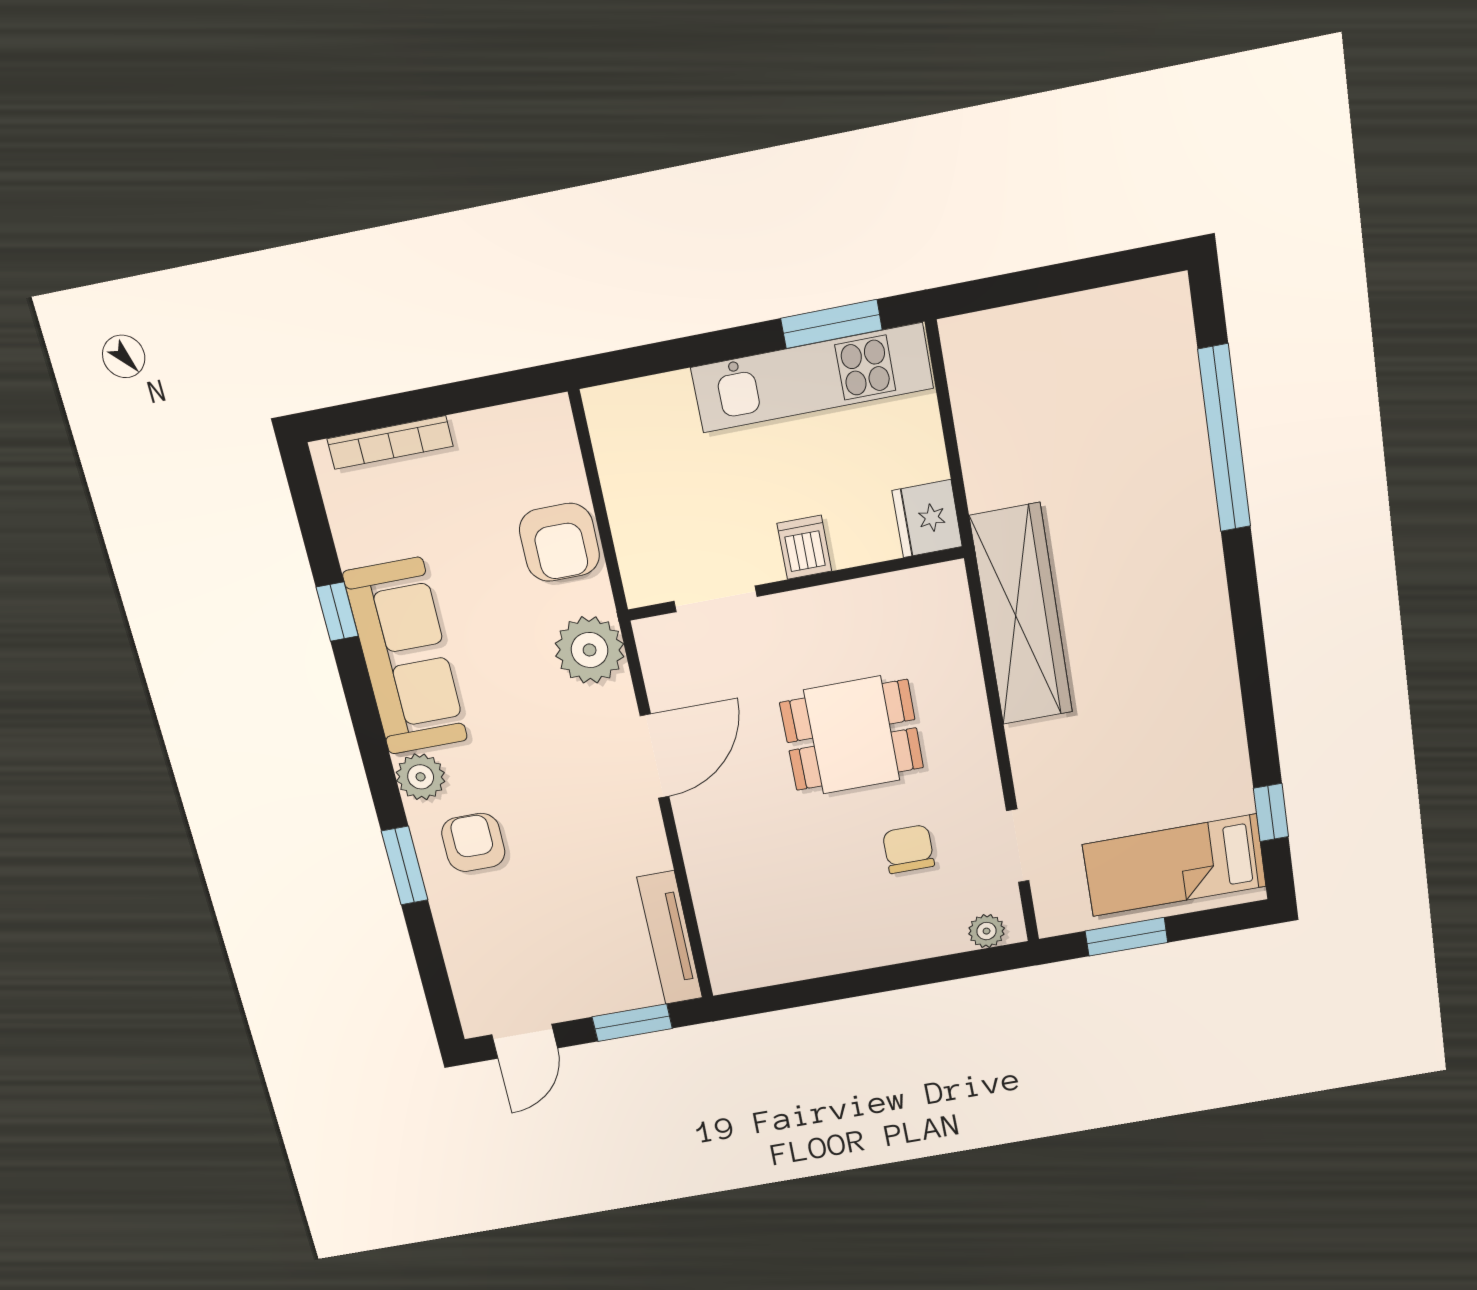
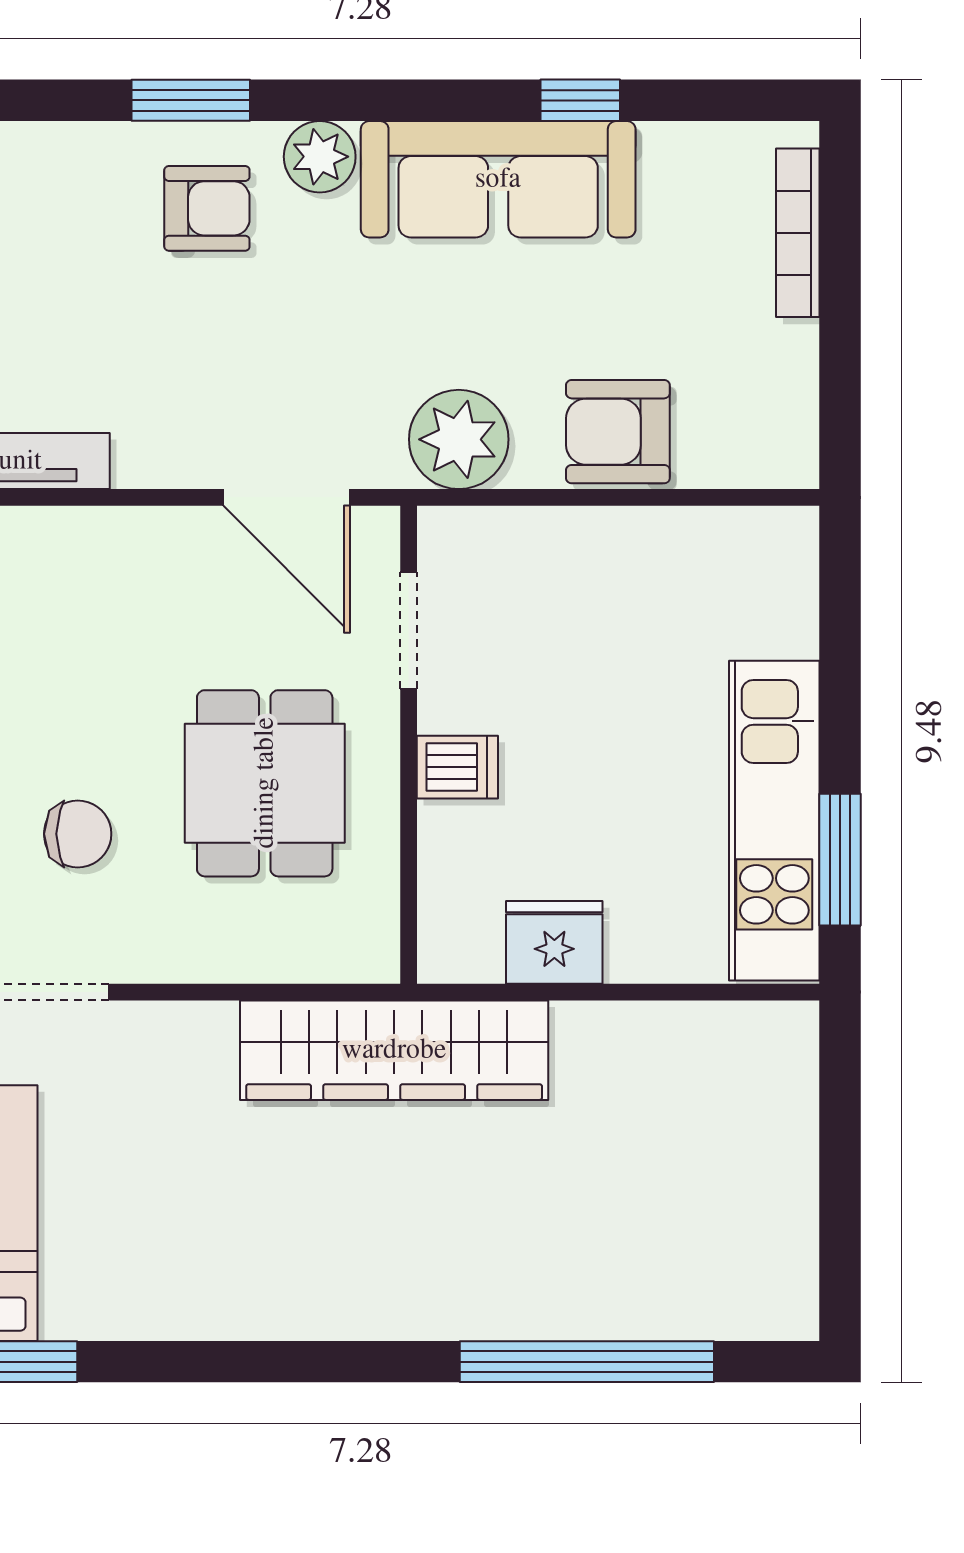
dishwasher: (804, 547) -> (457, 767), moved
wall: (795, 584) -> (409, 745), moved
doorway: (715, 599) -> (409, 630), moved

